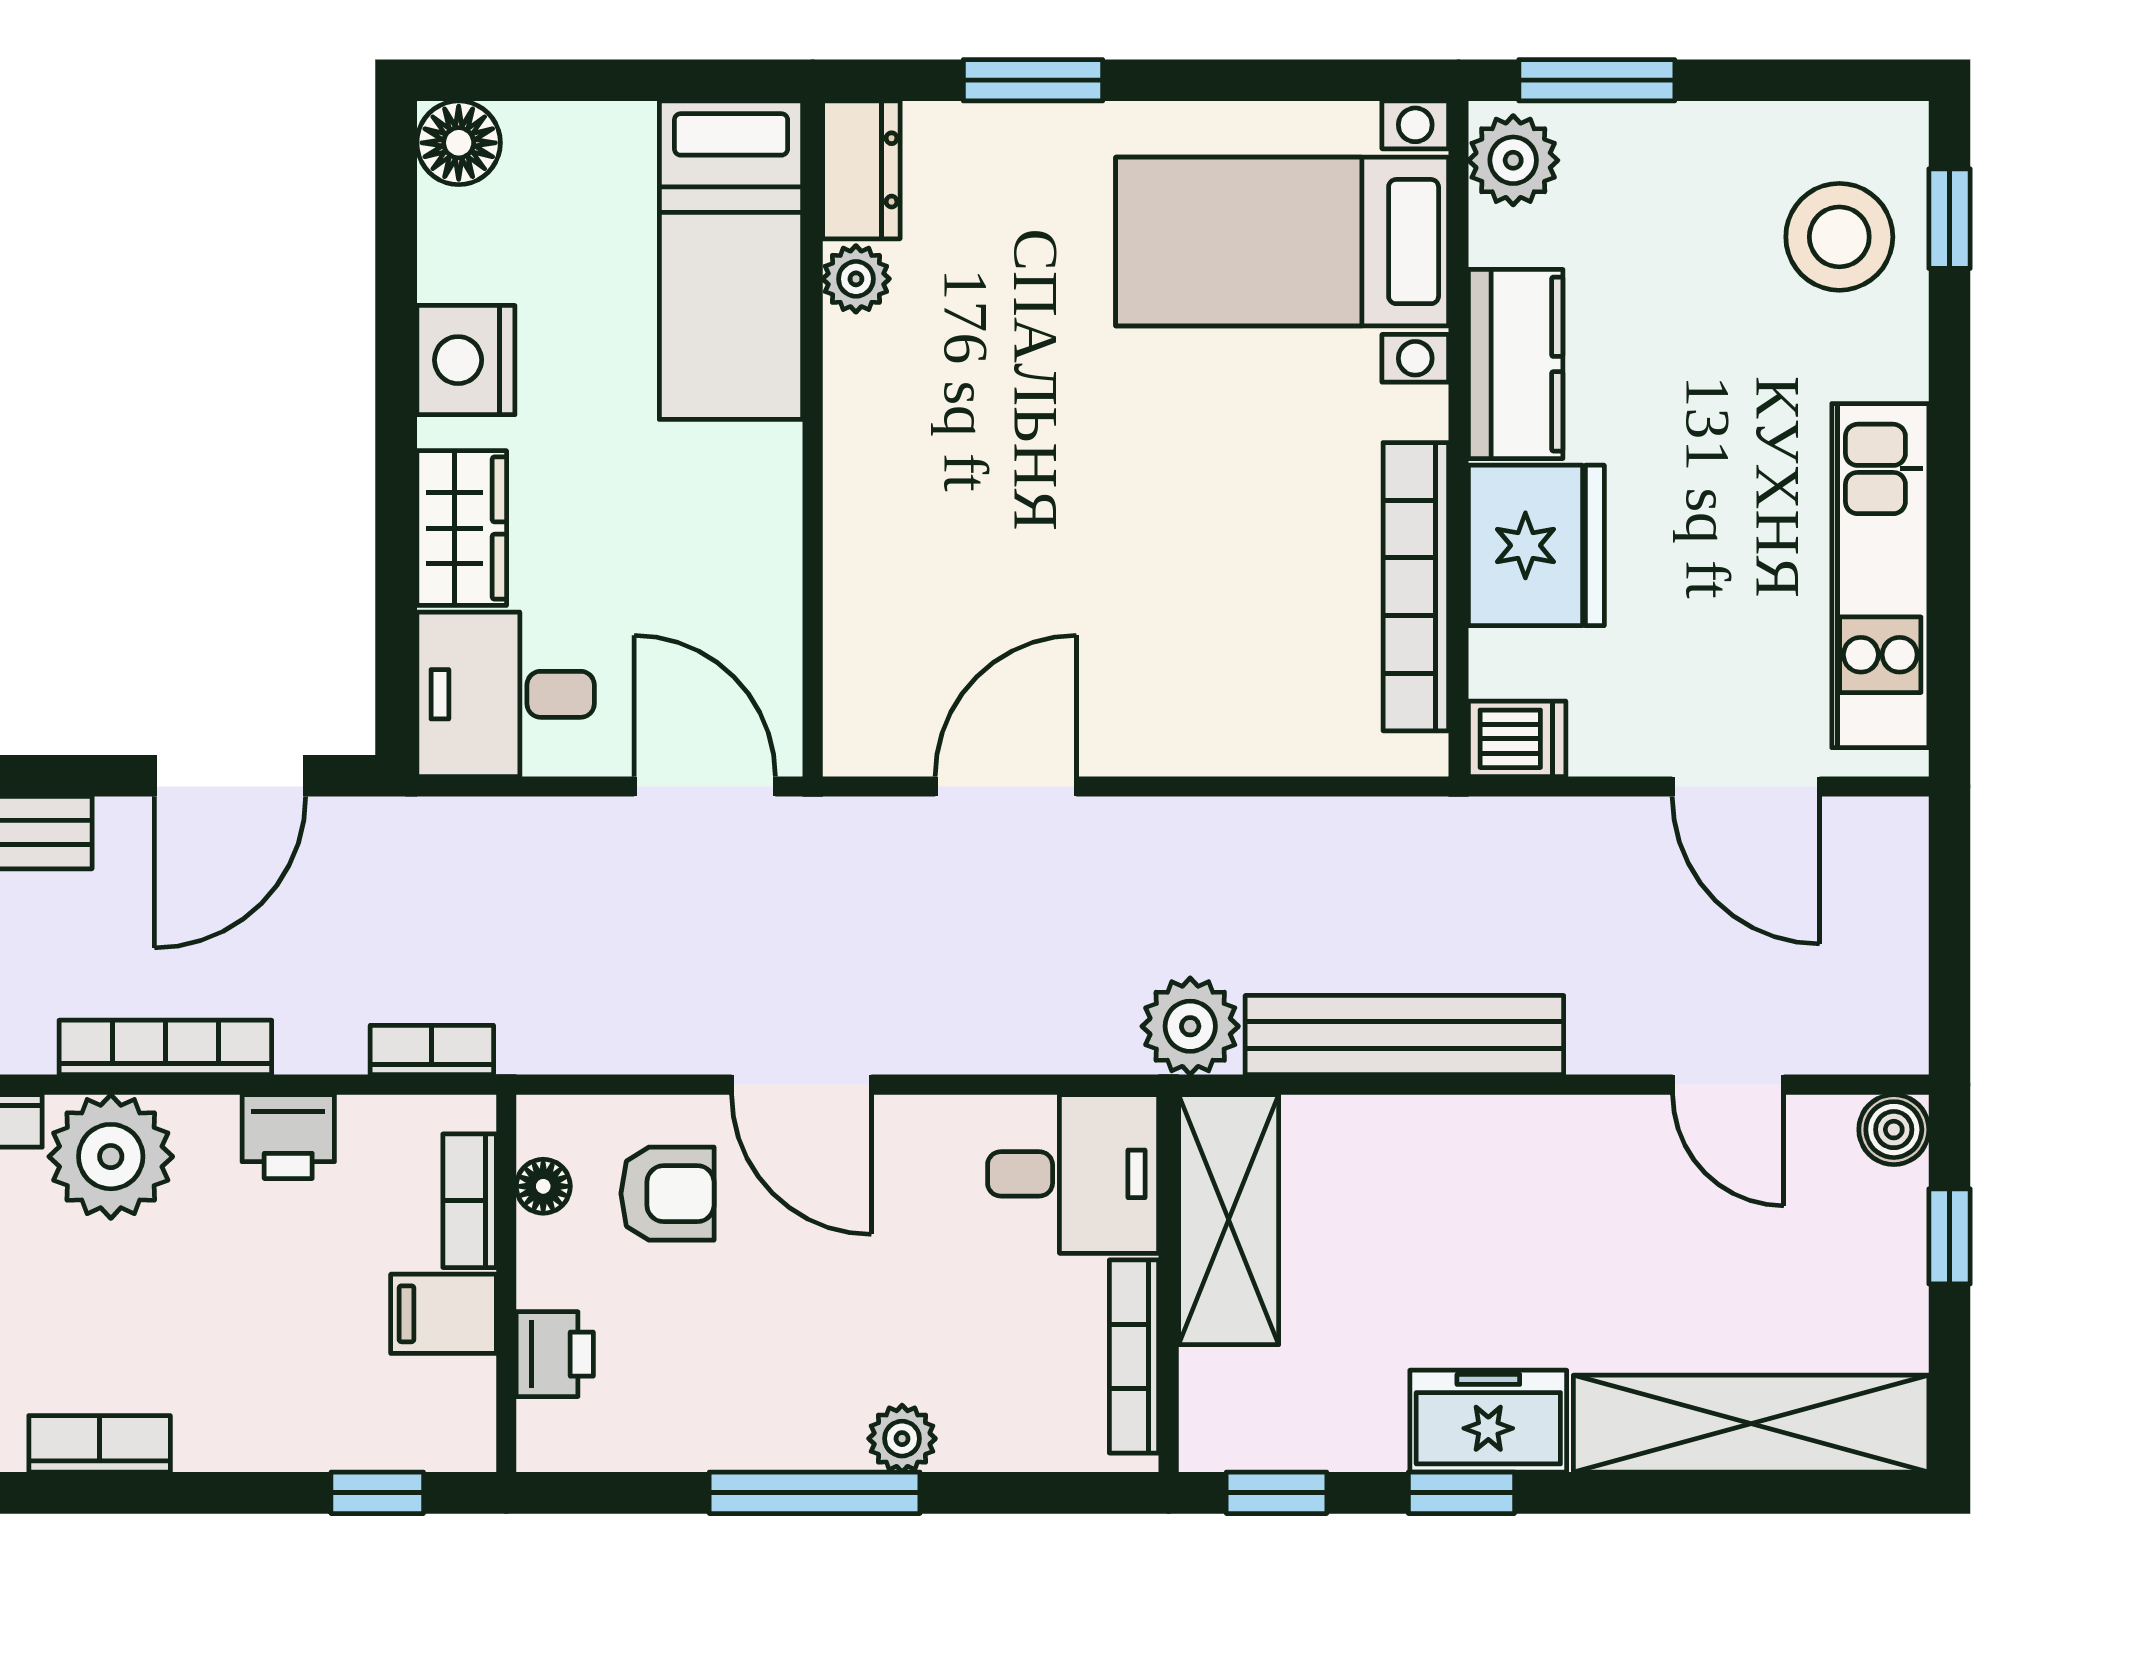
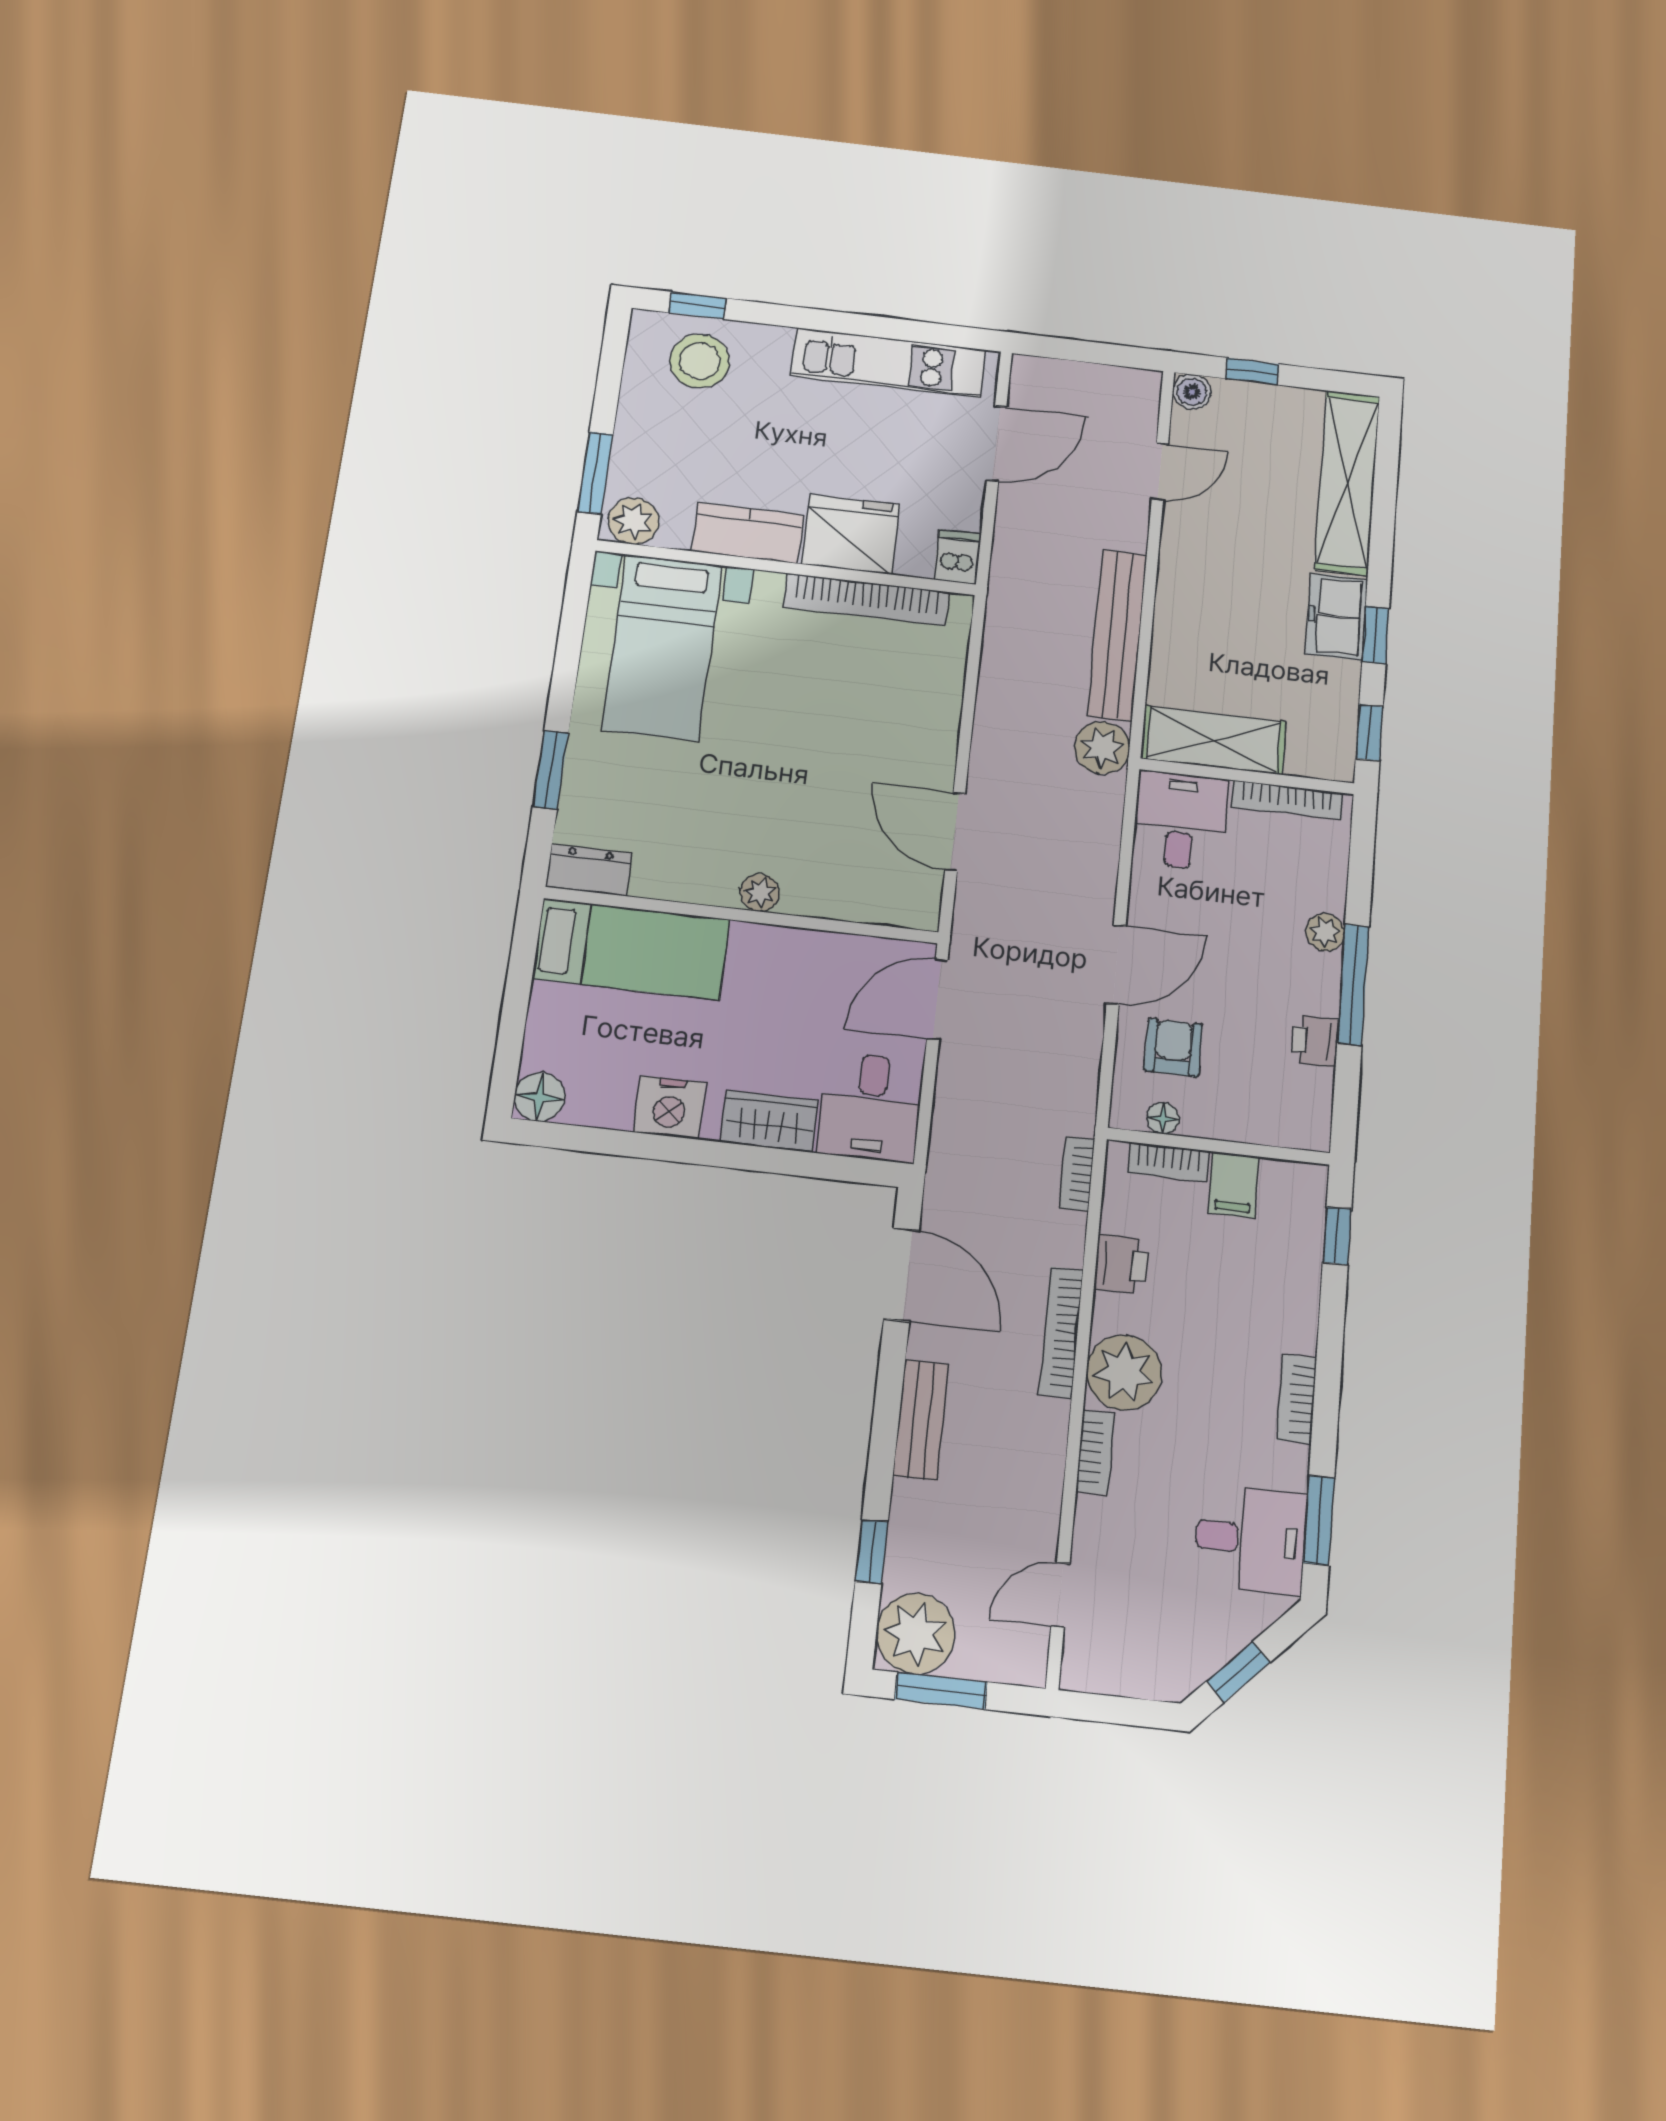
plant: (856, 279) -> (760, 893), moved
printer: (555, 1354) -> (1315, 1041), moved, turned -90

